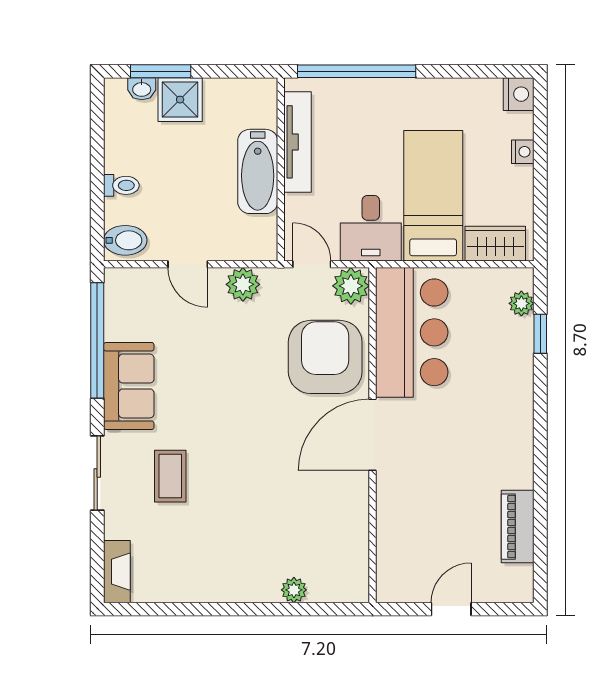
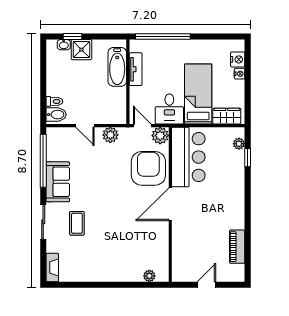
window: (161, 71) -> (72, 37), width x0.67
nightstand: (519, 94) -> (238, 59), moved
tv unit: (298, 142) -> (136, 69), width x0.71
bathtub: (258, 171) -> (117, 67), moved
toilet: (121, 185) -> (54, 101), moved
plant: (294, 590) -> (149, 276), moved

